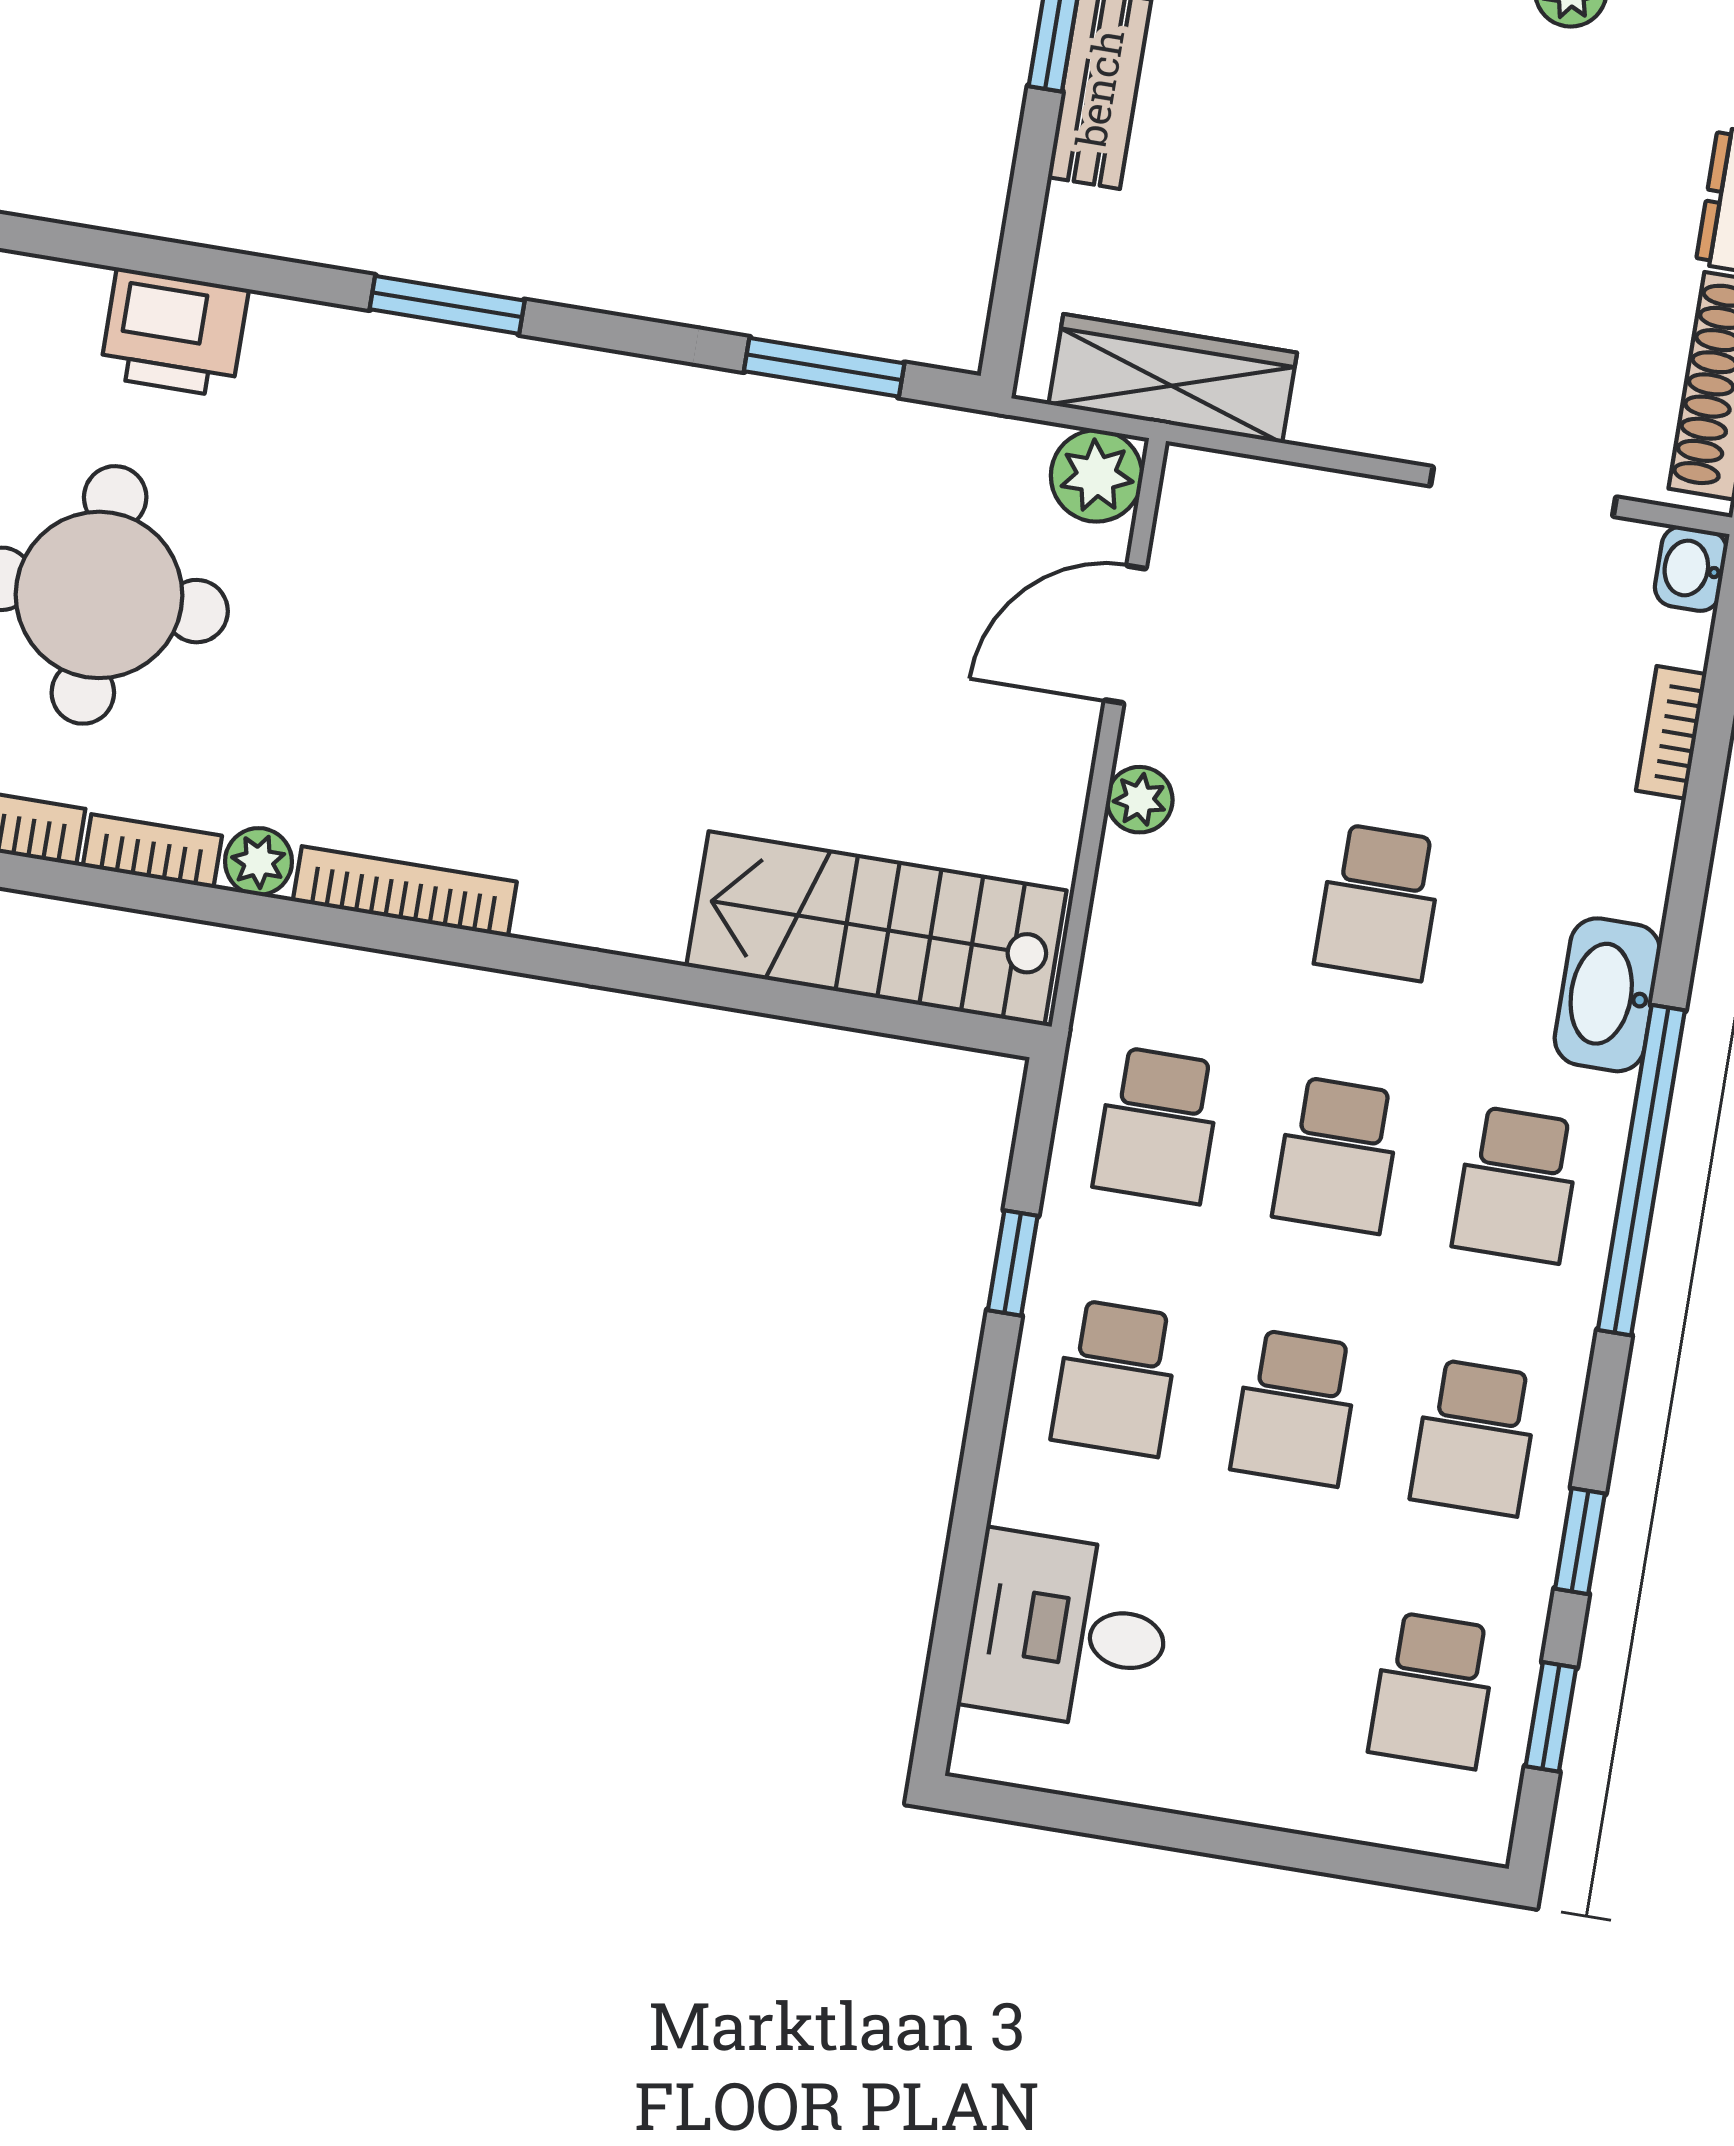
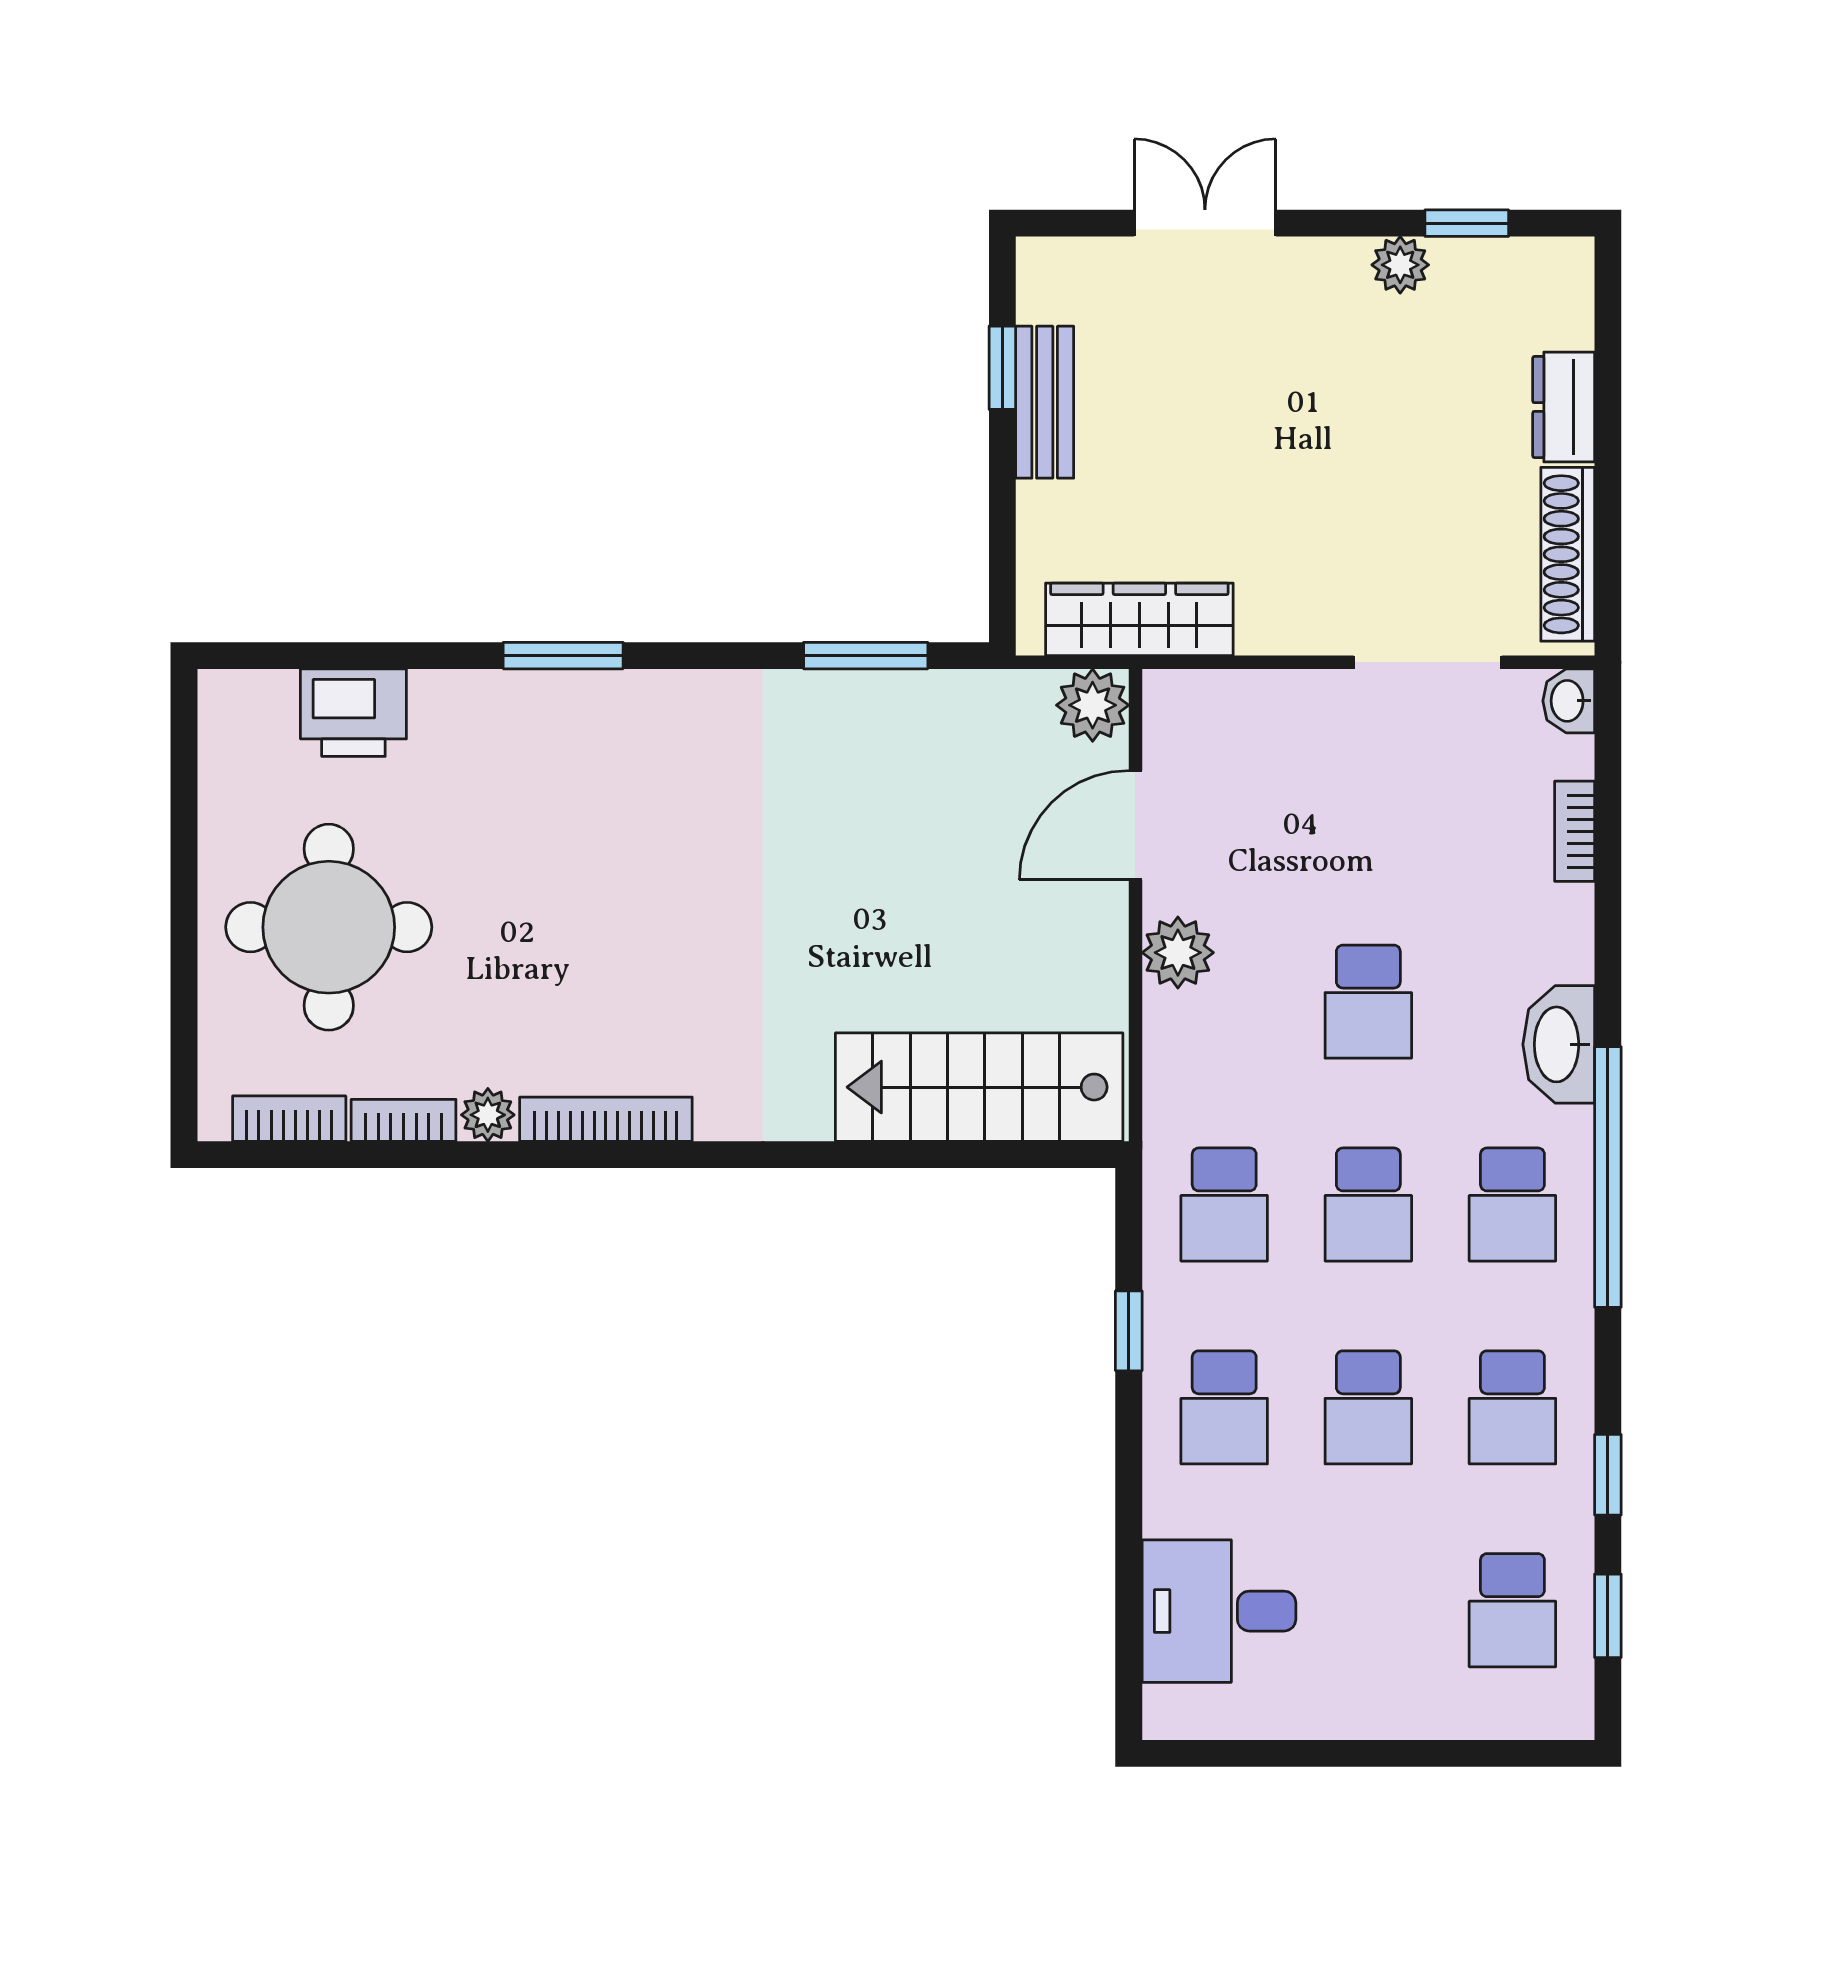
plant: (1140, 800) -> (1178, 953), width x1.38, depth x1.38

